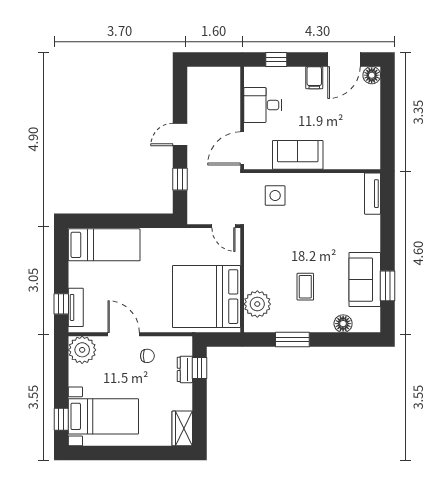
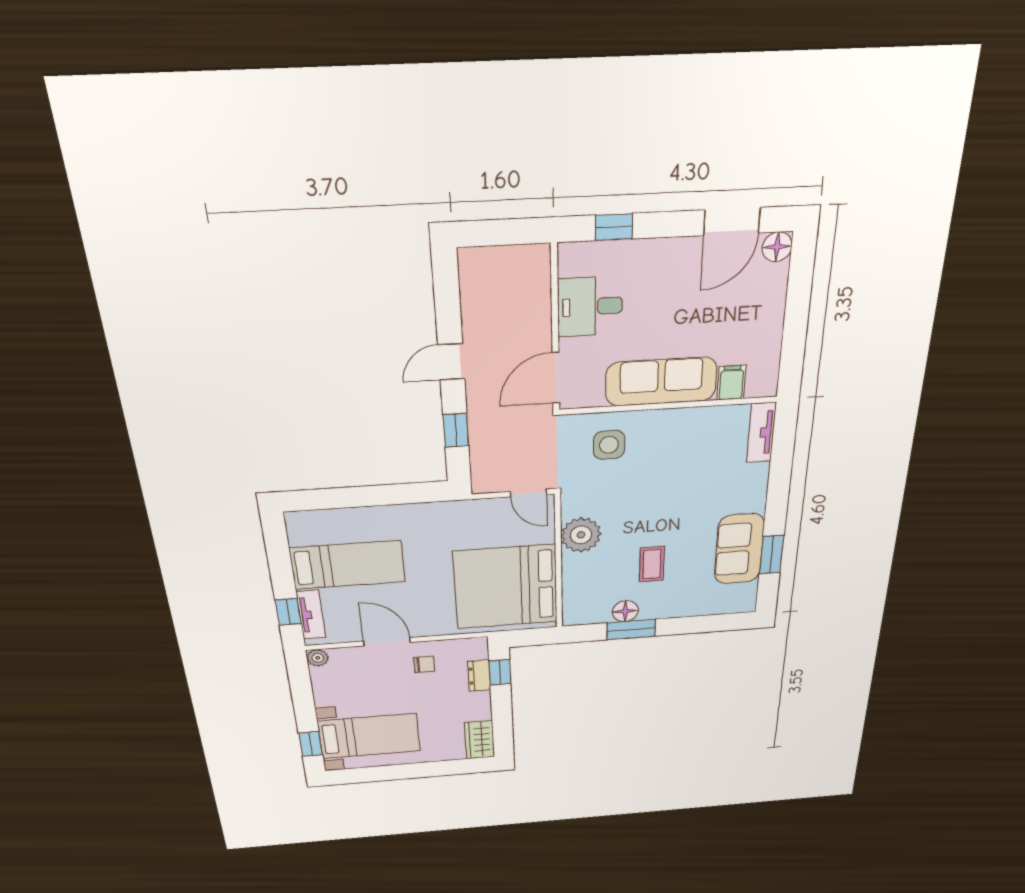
filing cabinet: (314, 78) -> (731, 383), moved, turned 180
sofa: (298, 155) -> (661, 382), width x1.36
bed: (104, 245) -> (348, 565), moved
plant: (257, 304) -> (581, 535), moved
floor lamp: (343, 324) -> (625, 611), moved
plant: (82, 350) -> (318, 658), width x0.53, depth x0.53

